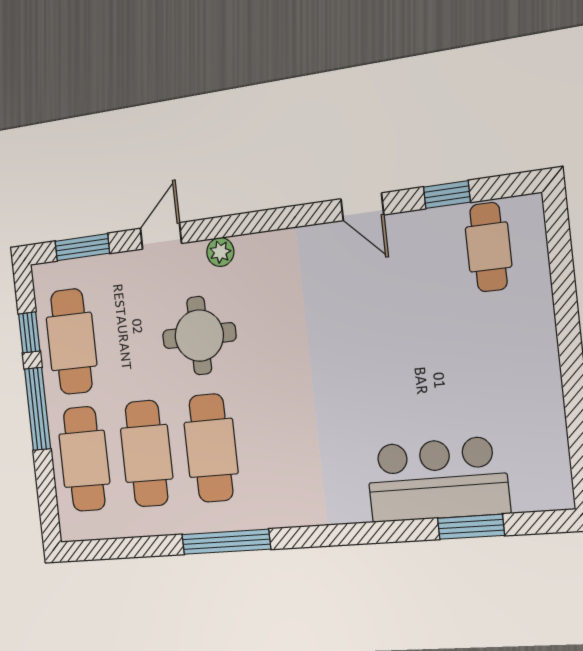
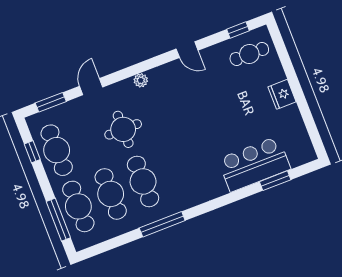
window: (447, 195) -> (238, 30), moved
cafe table: (489, 247) -> (249, 54), turned 90
plant: (220, 252) -> (141, 80), moved
fridge: (535, 351) -> (282, 94), added
window: (38, 409) -> (58, 220), moved

